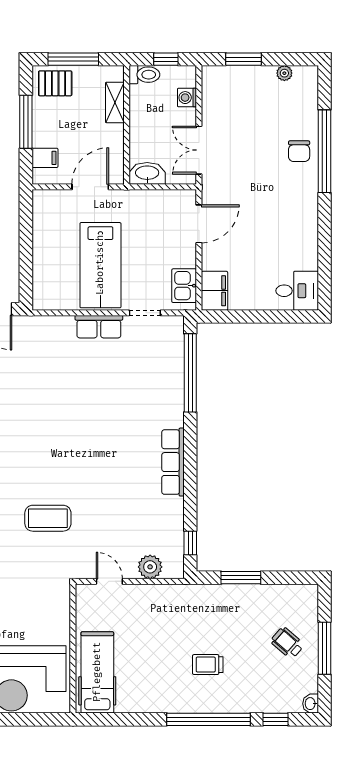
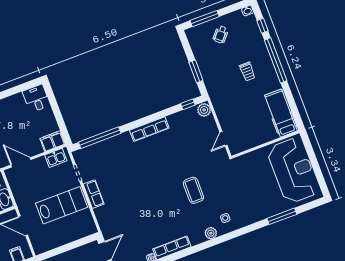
coffee table: (48, 518) -> (193, 190), moved
plant: (150, 567) -> (204, 110), moved
window: (325, 648) -> (205, 19), moved
hospital bed: (97, 672) -> (281, 113), moved, turned 90

